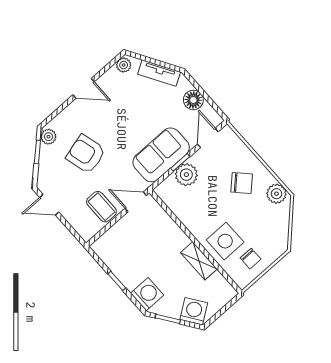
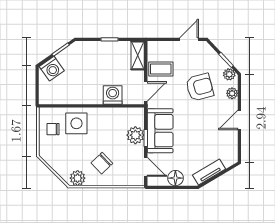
plant: (124, 65) -> (232, 93), moved
shelving: (199, 261) -> (138, 55), moved, turned 90
washing machine: (147, 294) -> (113, 95), moved, turned 180

